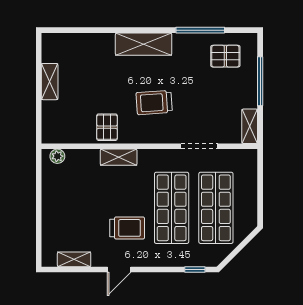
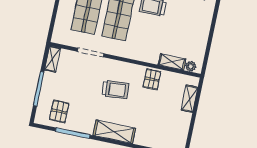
pallet: (225, 56) -> (59, 111), turned 90
shelving: (50, 82) -> (190, 99), moved
shelving: (119, 157) -> (172, 62), moved

